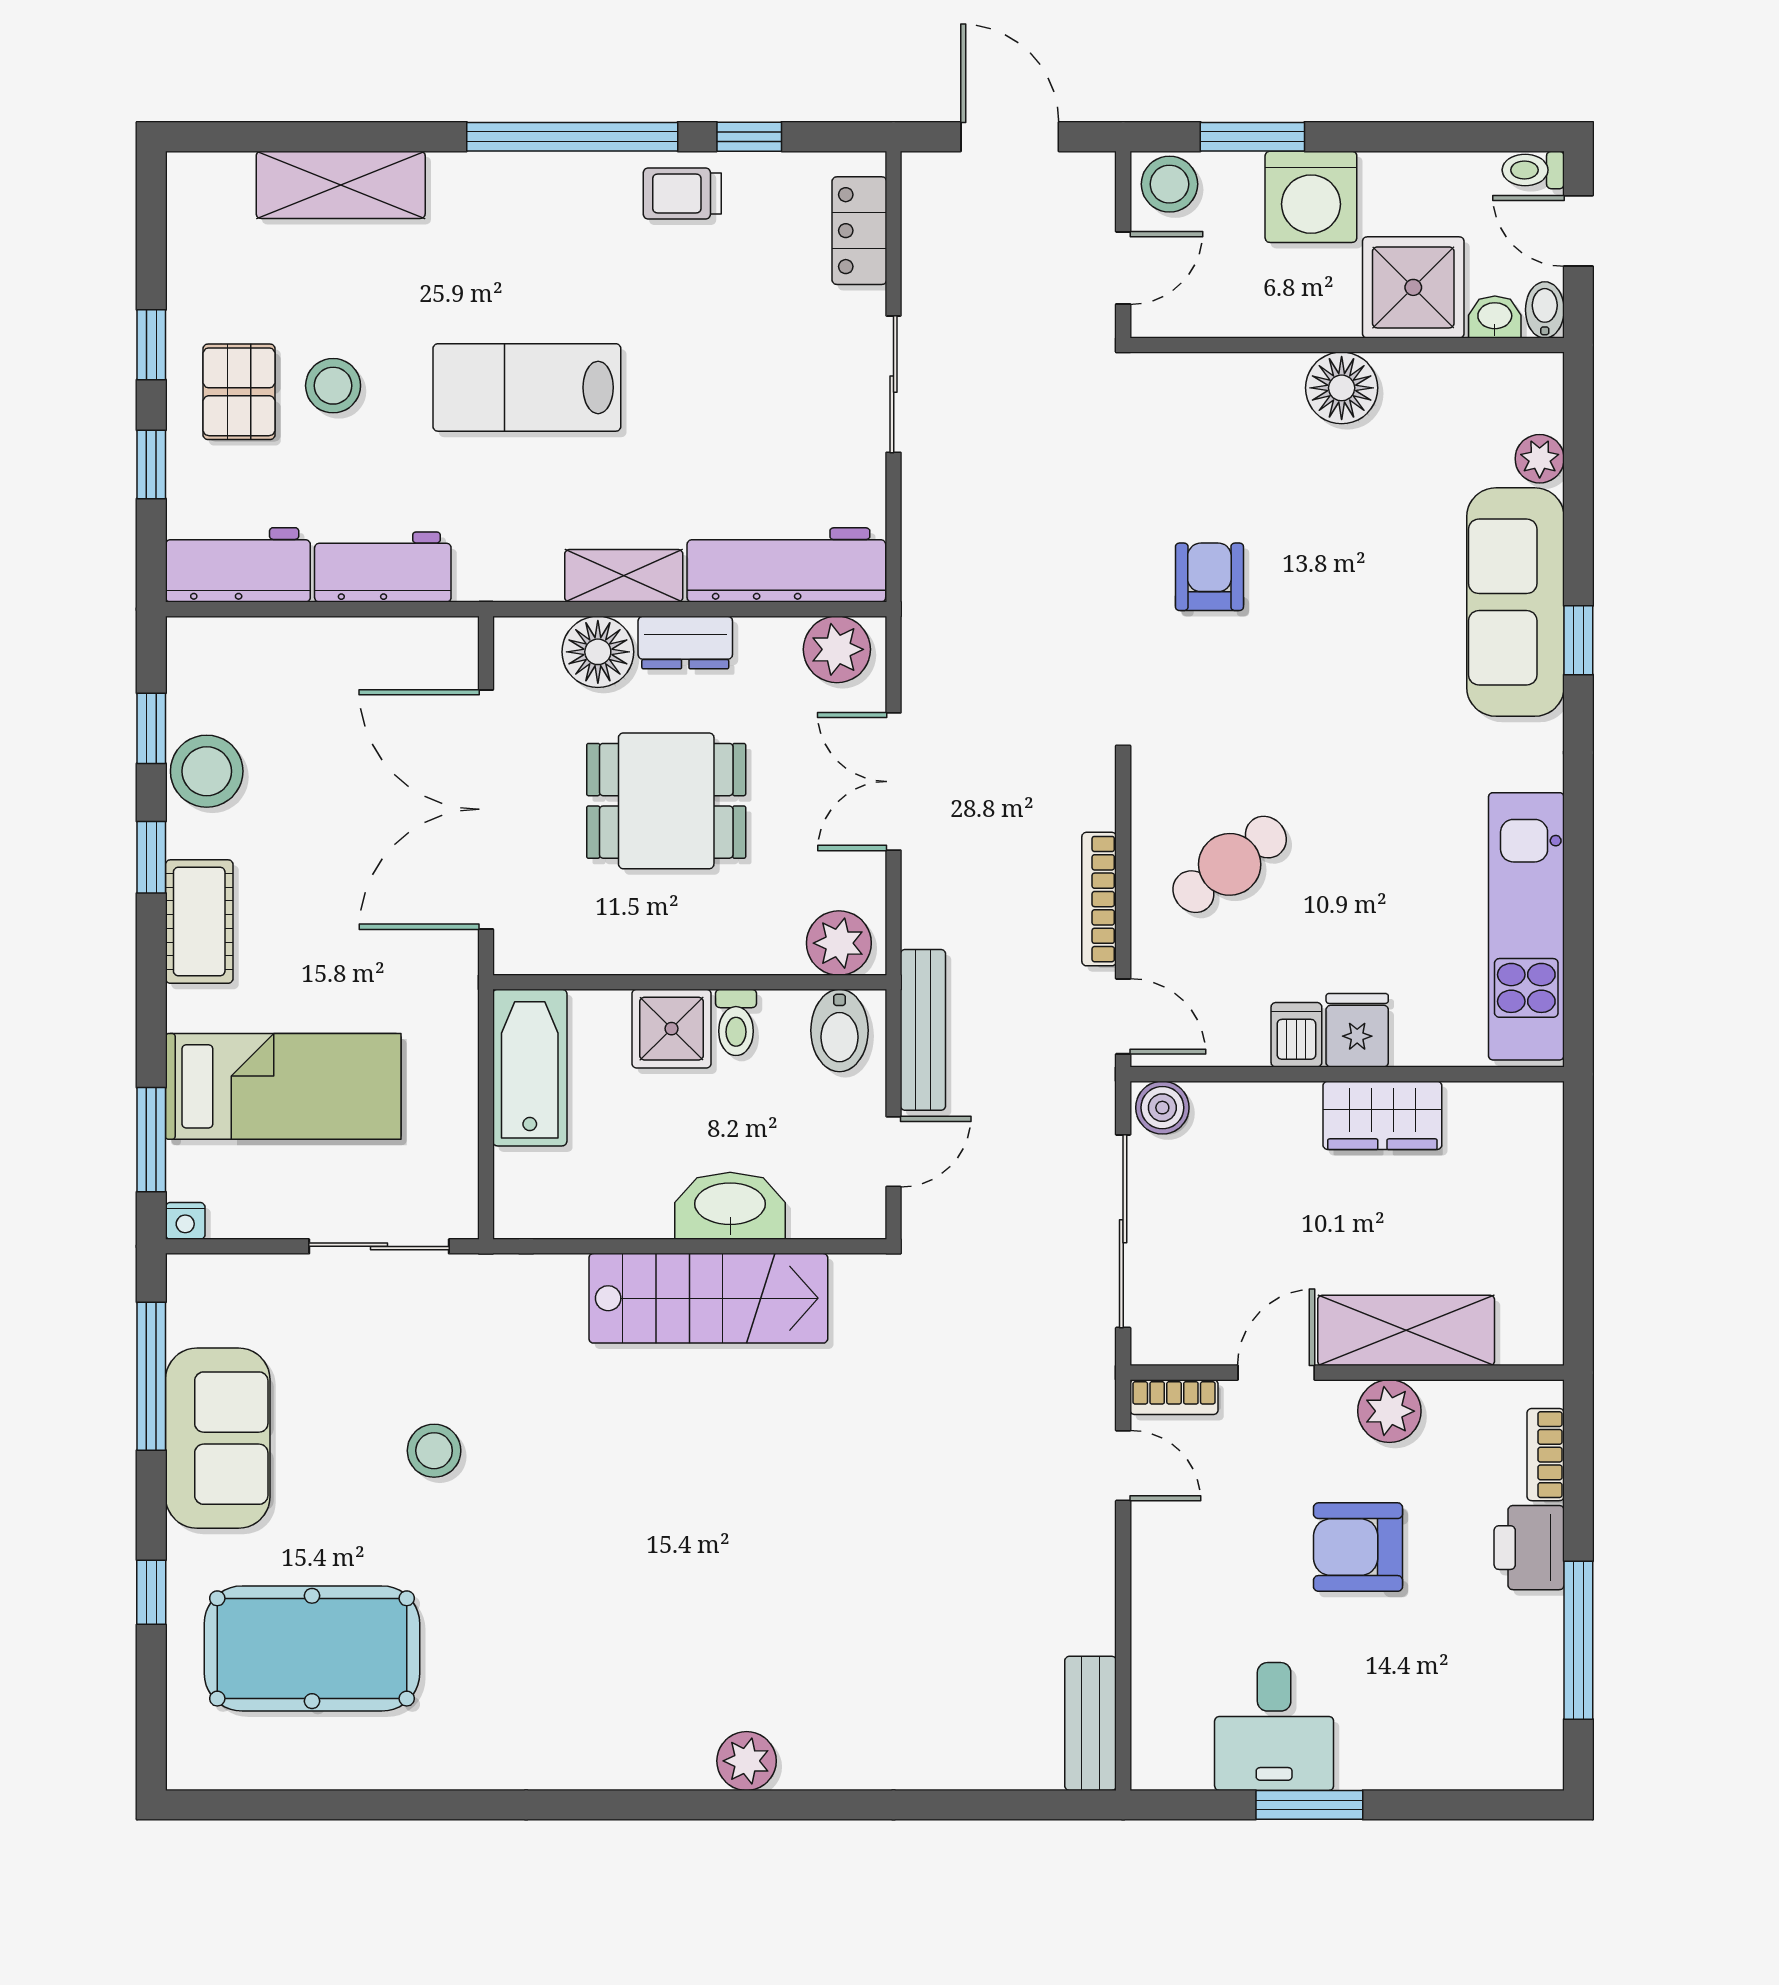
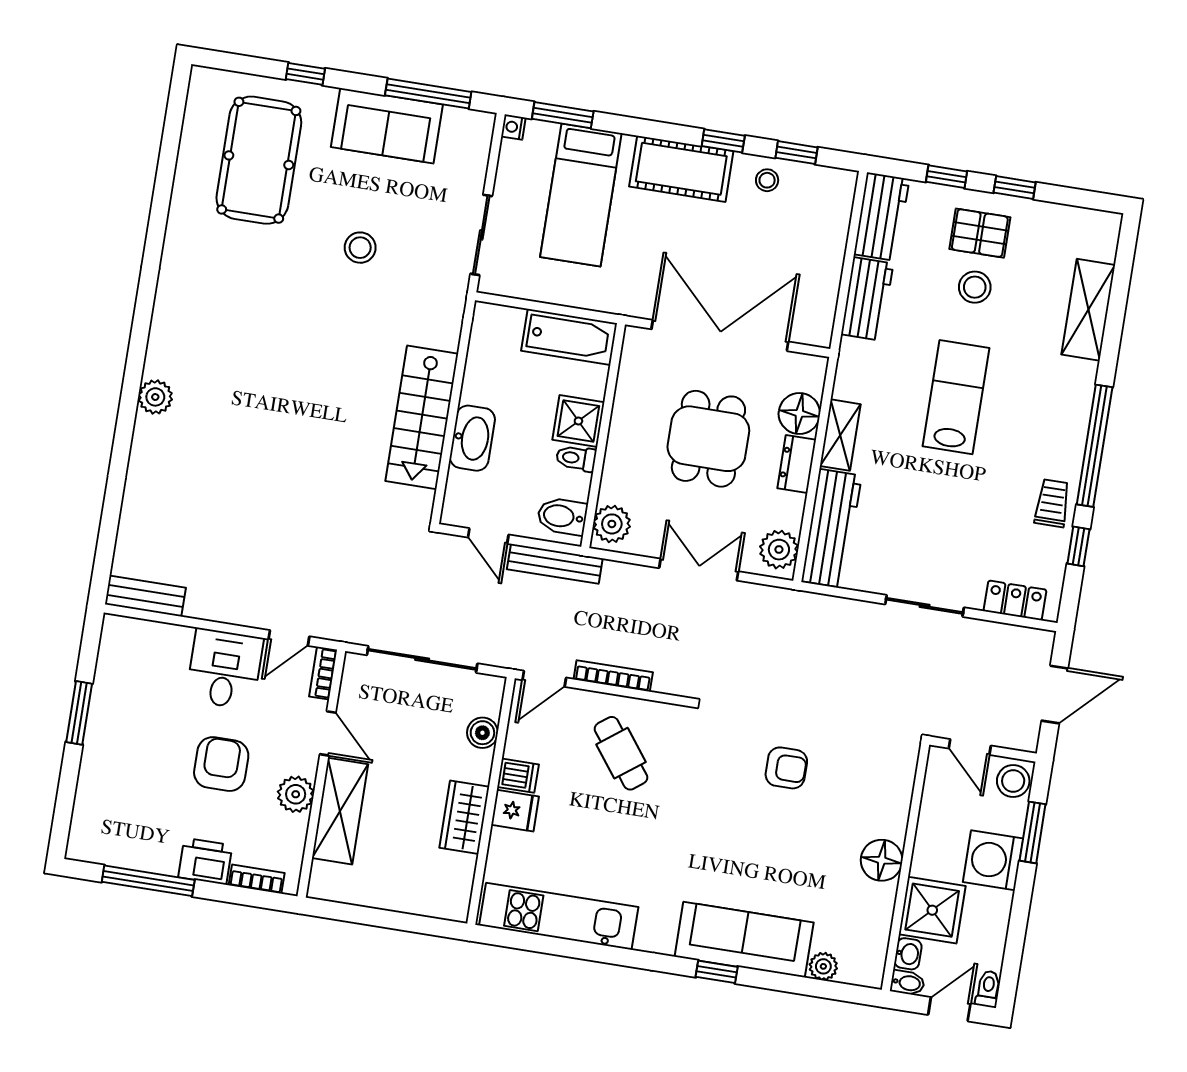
stool: (207, 771) -> (767, 180), width x0.53, depth x0.53
cot: (199, 922) -> (681, 169), width x1.37, depth x1.34
boiler: (1162, 1108) -> (482, 733), moved
desk: (1274, 1727) -> (225, 669), moved, turned 90

